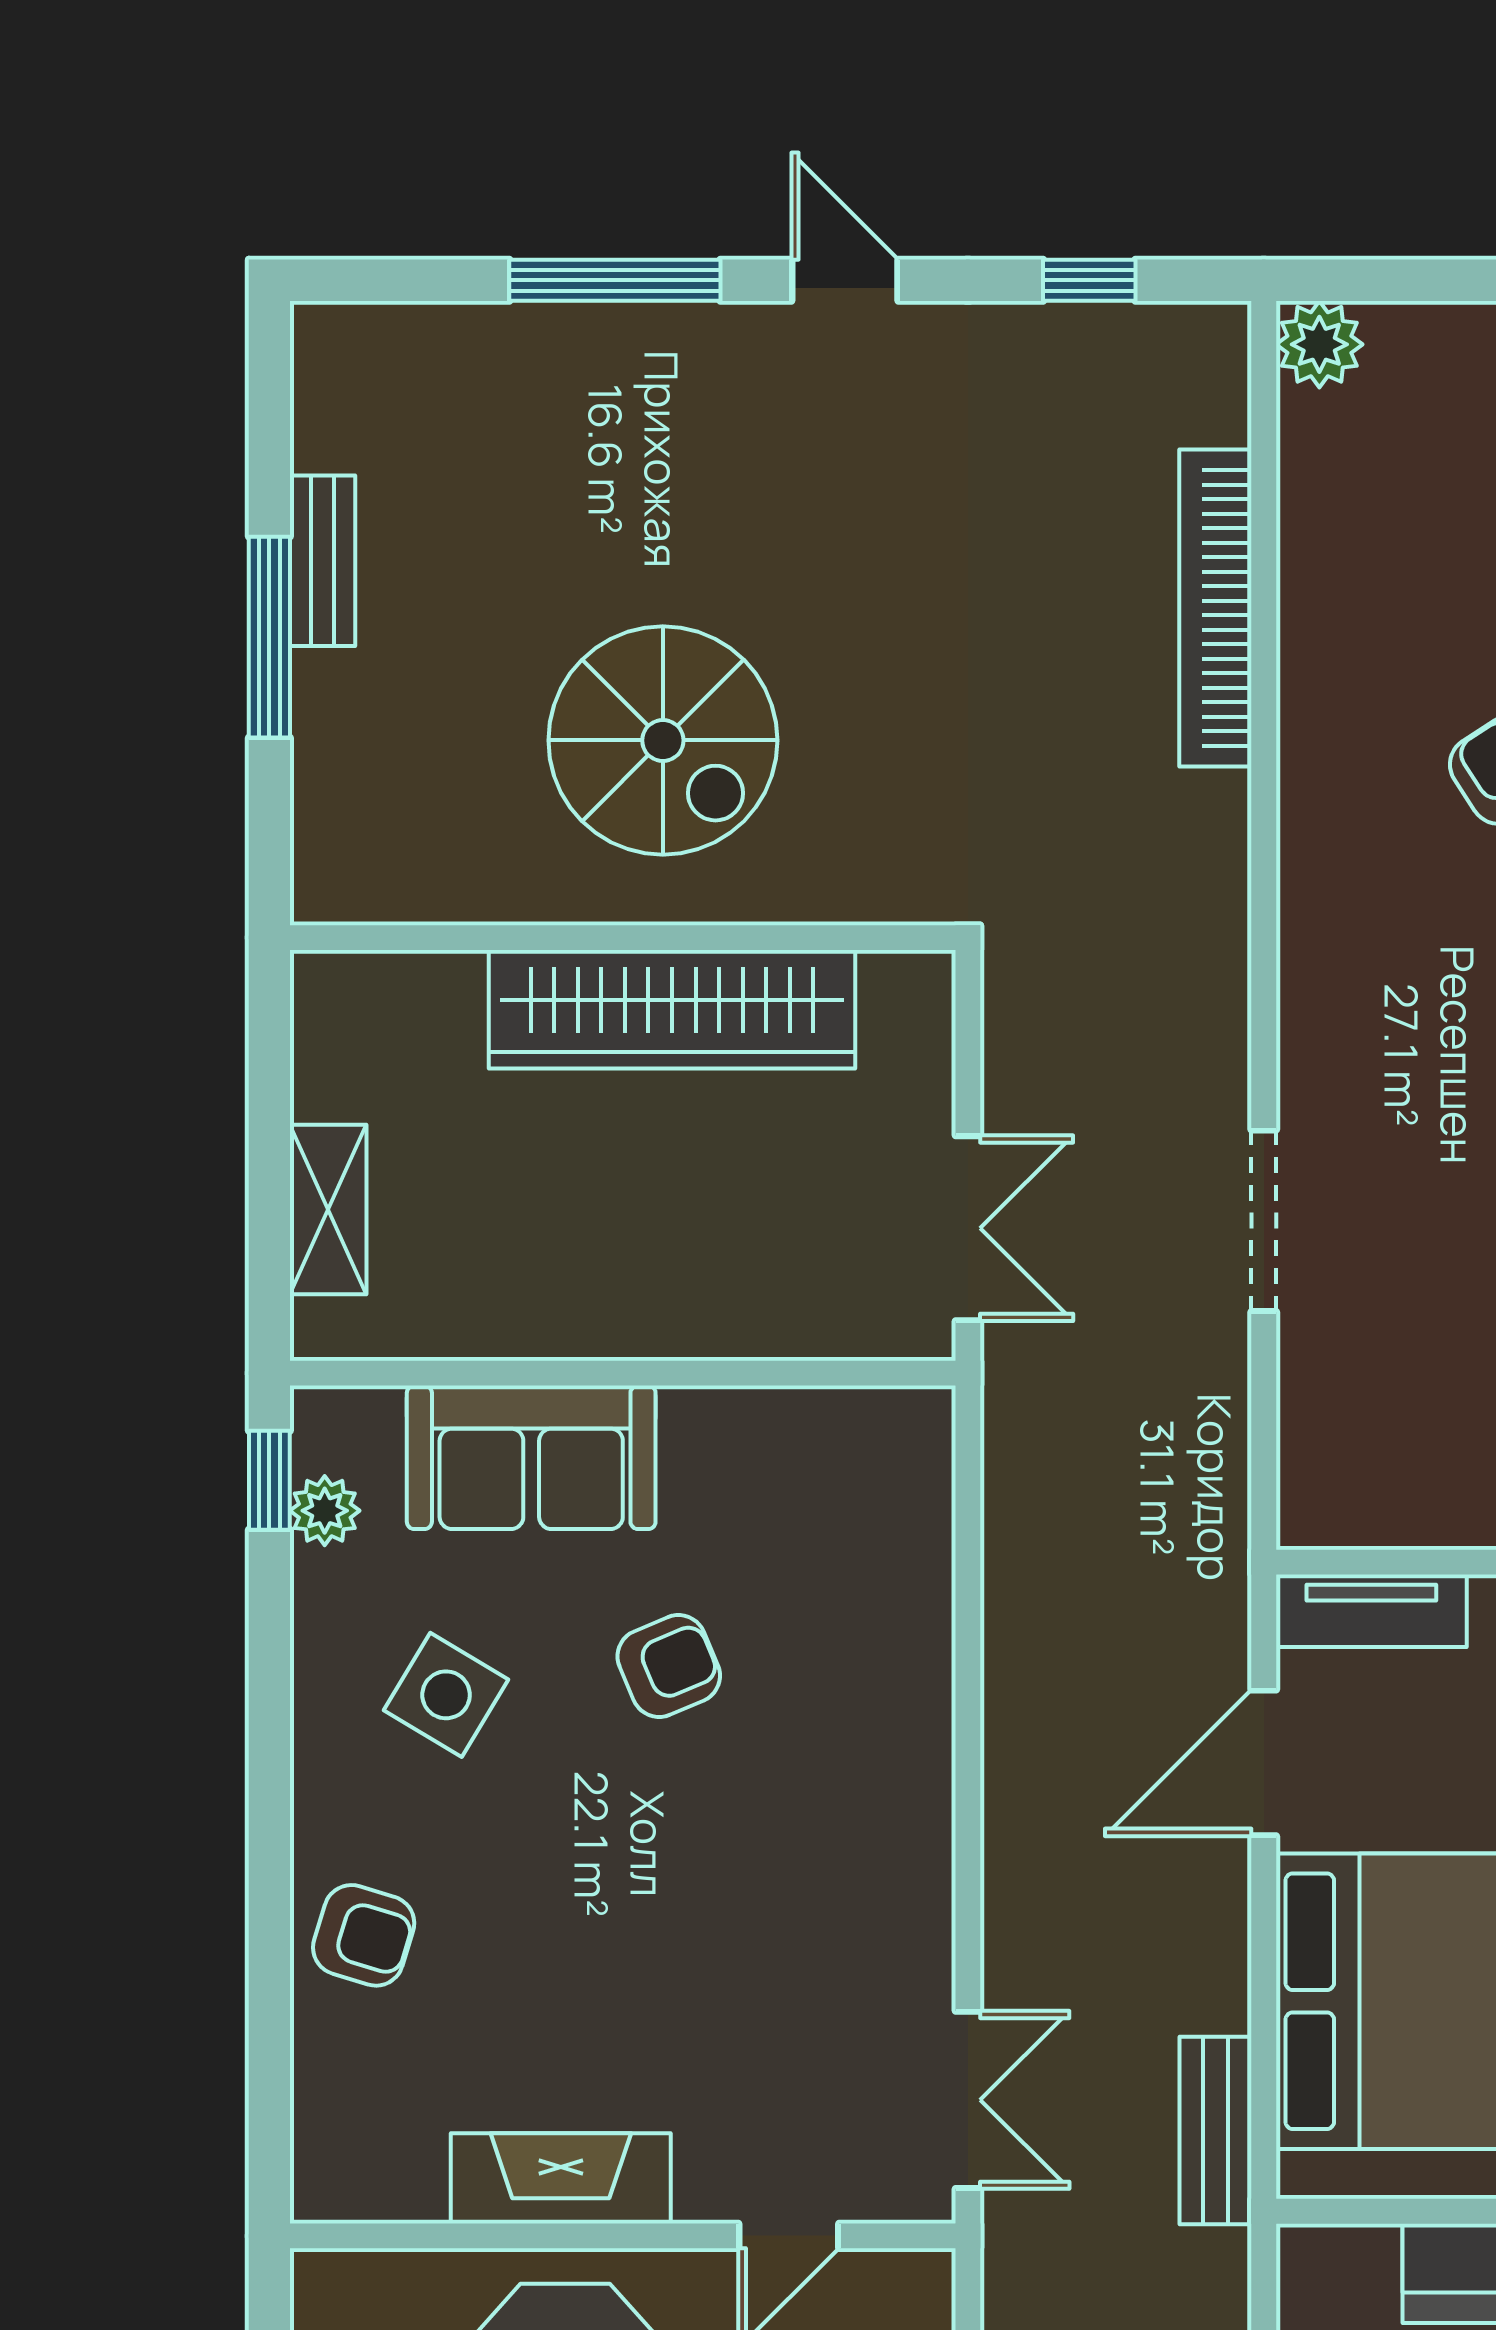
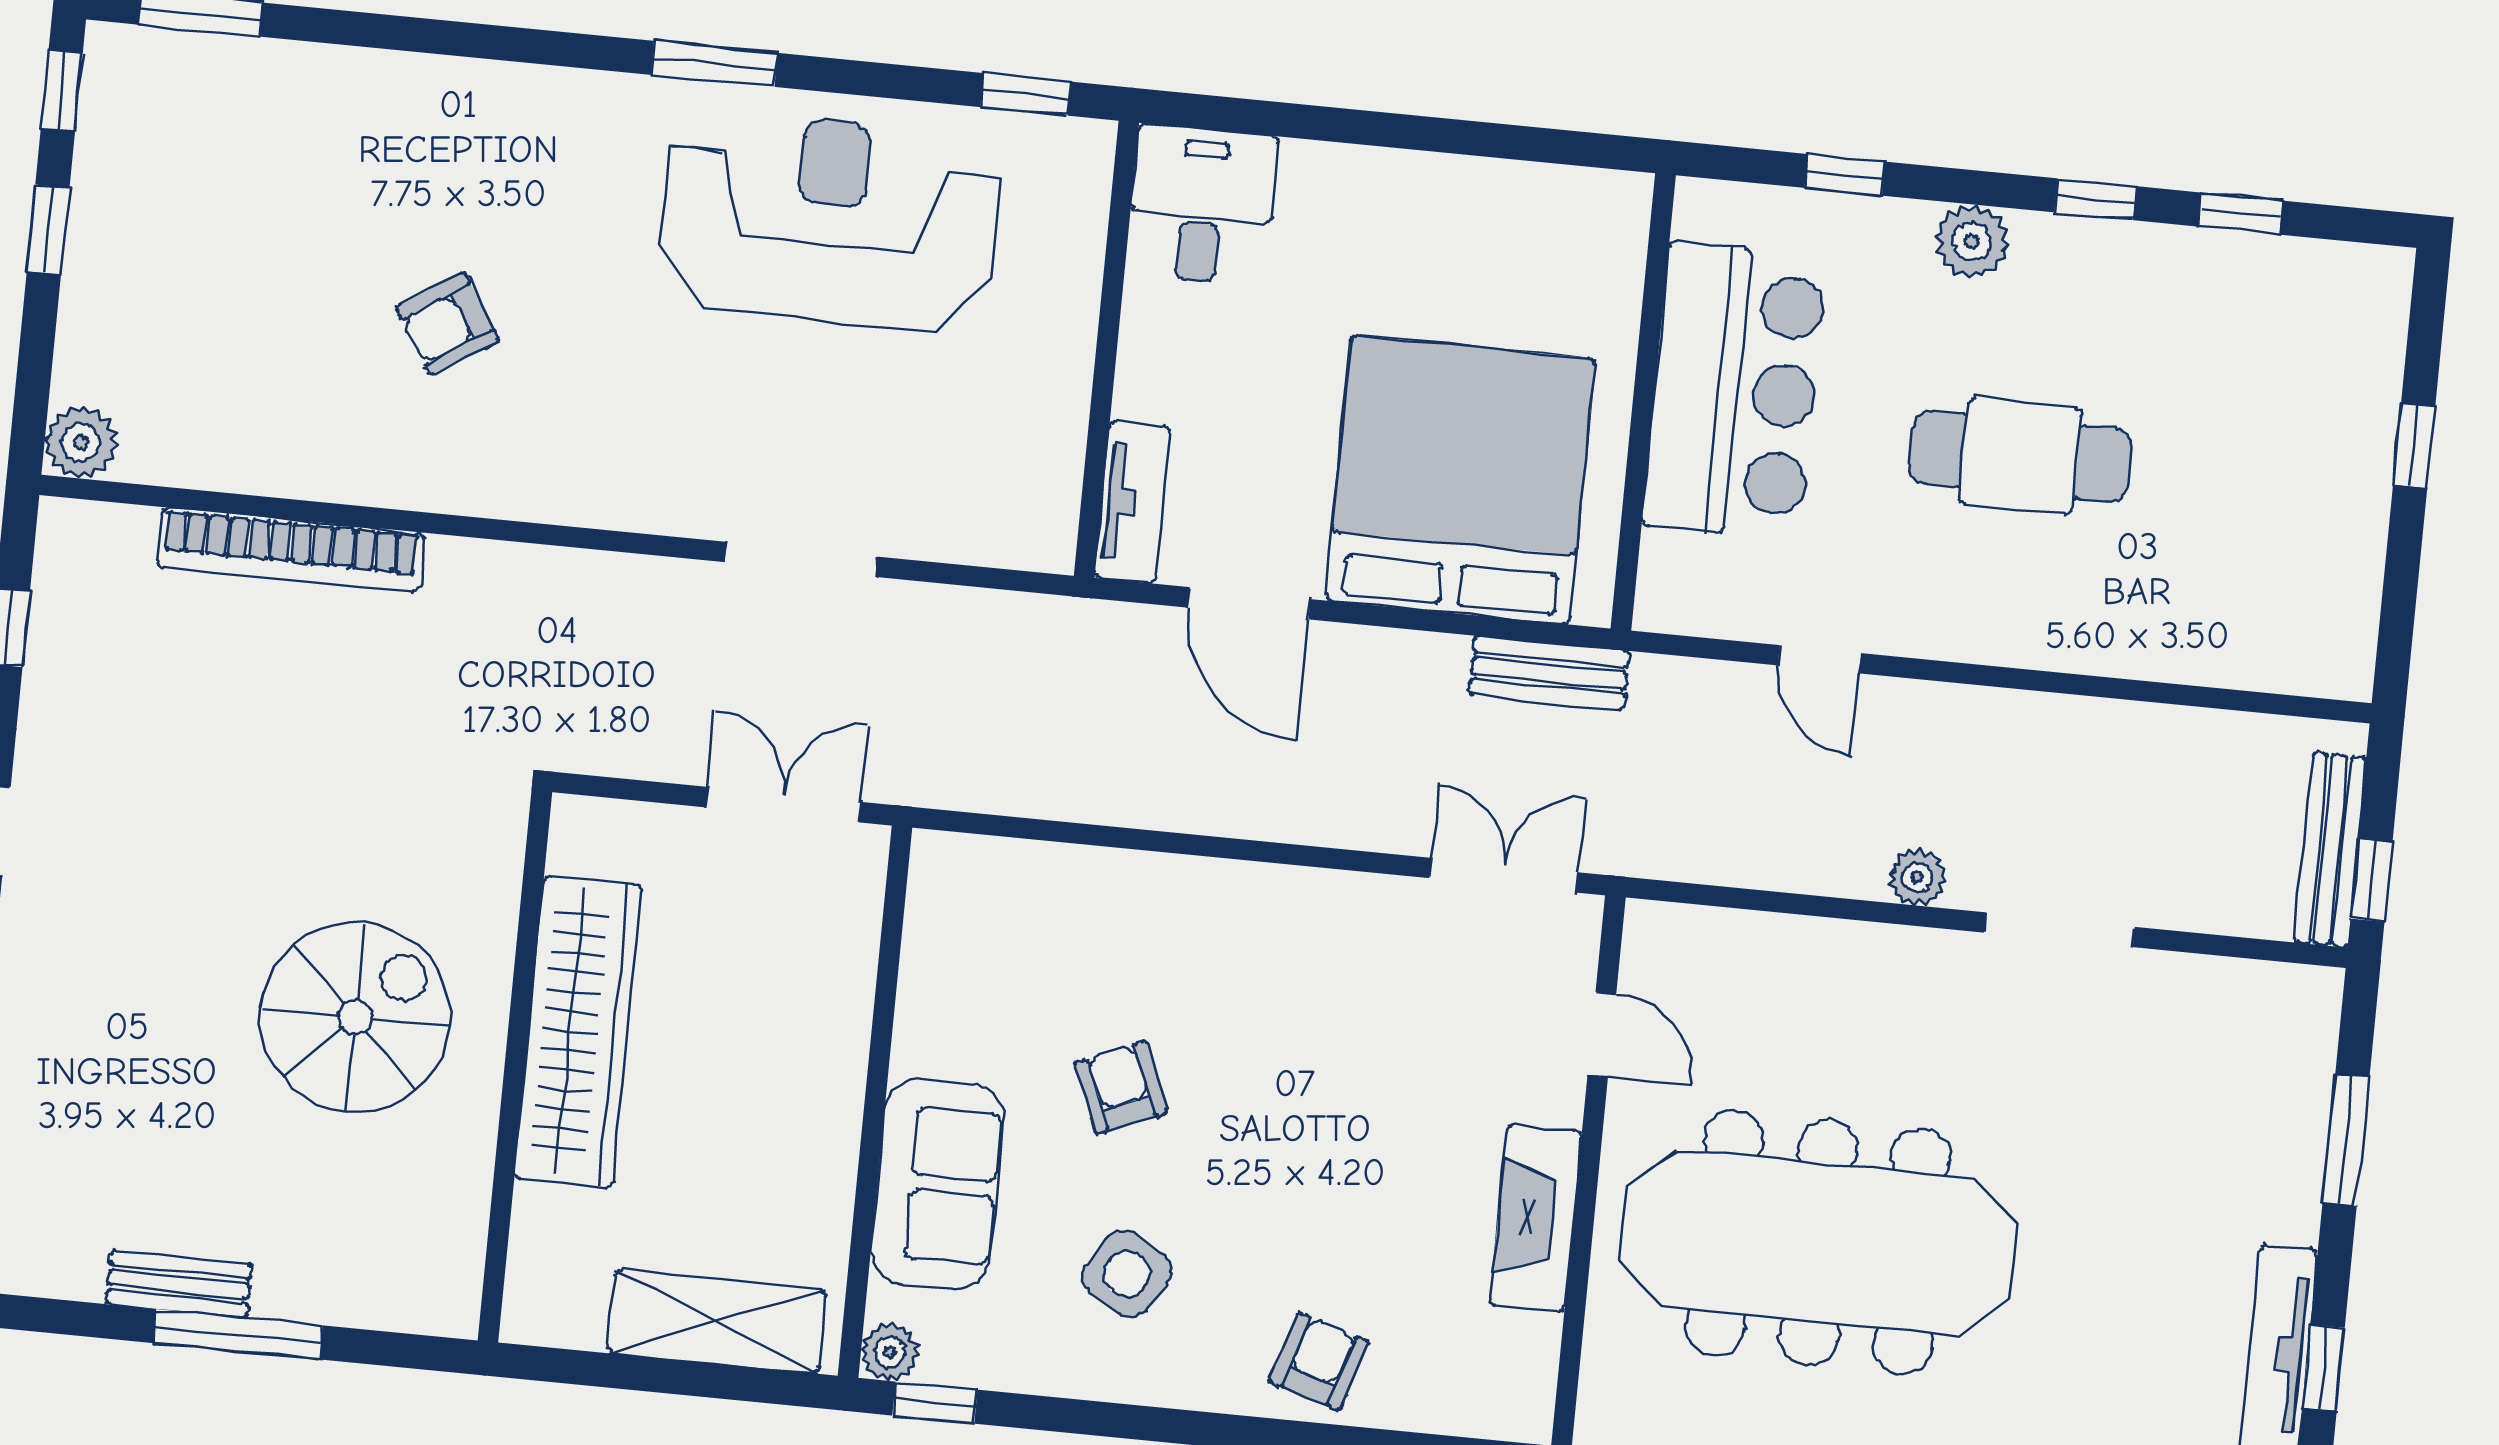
shelving: (328, 1209) -> (717, 1321), width x1.50, depth x1.33
plant: (325, 1511) -> (890, 1352), moved

